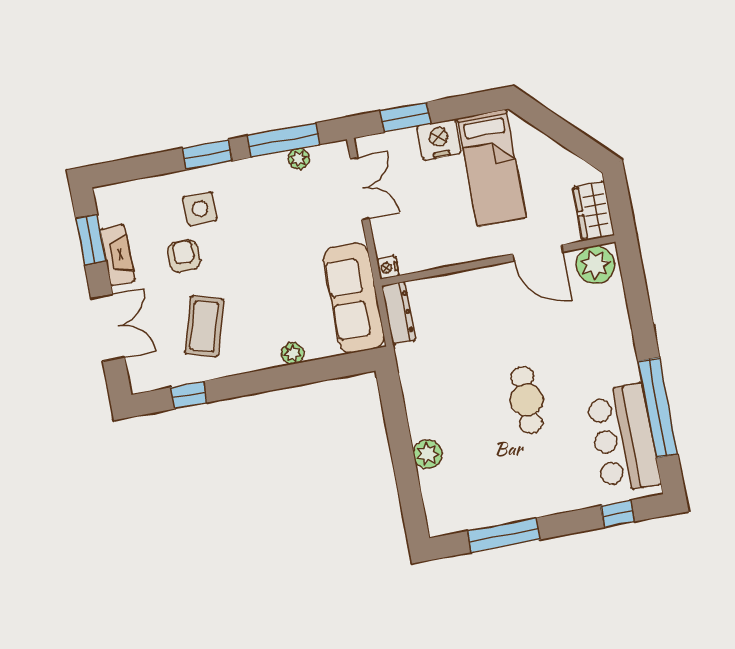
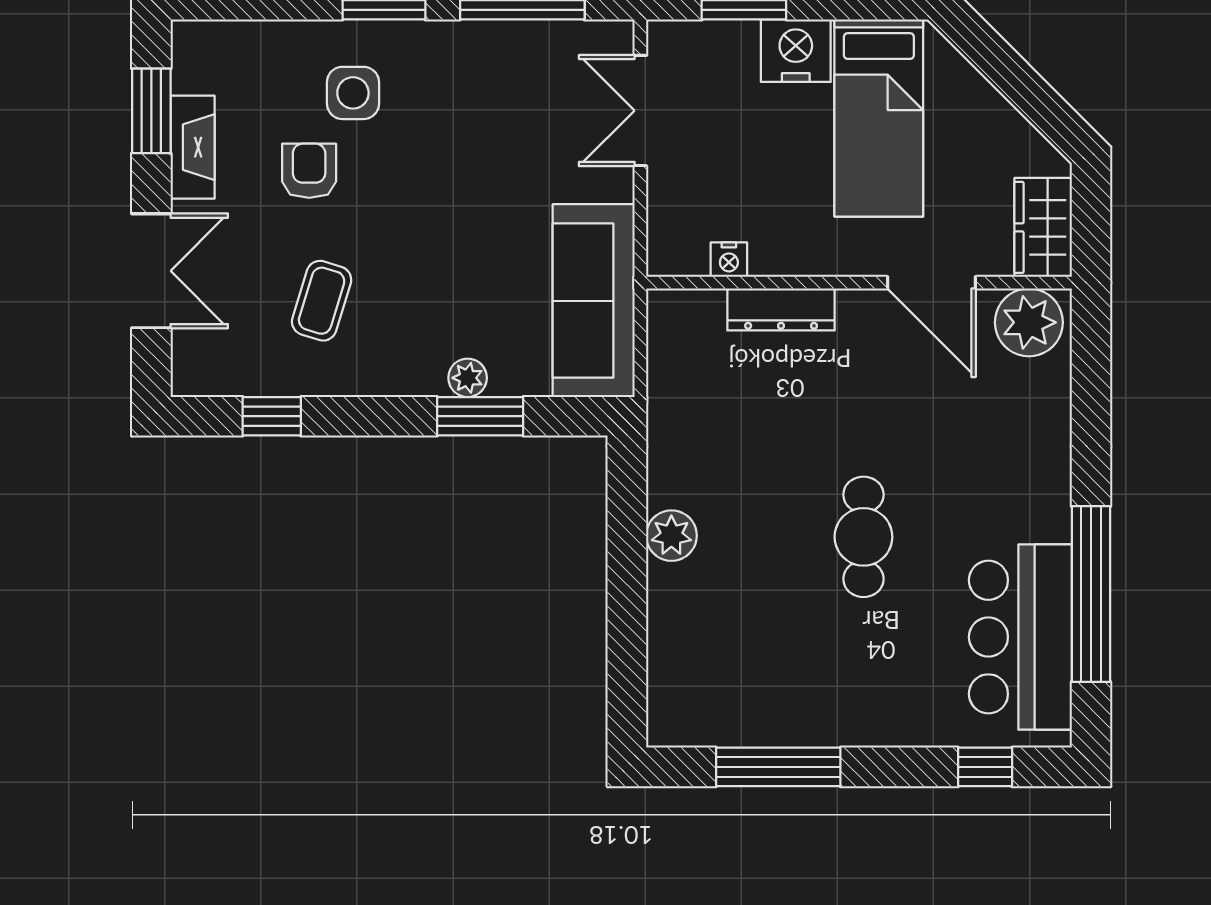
plant: (299, 159) -> (543, 38), removed
double door: (360, 189) -> (640, 111), swing flipped
nightstand: (388, 268) -> (729, 260), moved, turned -90
dresser: (399, 313) -> (781, 309), moved, turned 90
coffee table: (204, 326) -> (322, 301), width x0.73, depth x0.77
window: (303, 373) -> (480, 416), added
plant: (428, 454) -> (671, 536), moved

